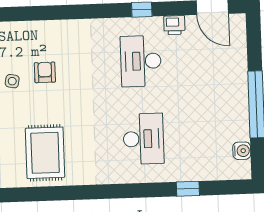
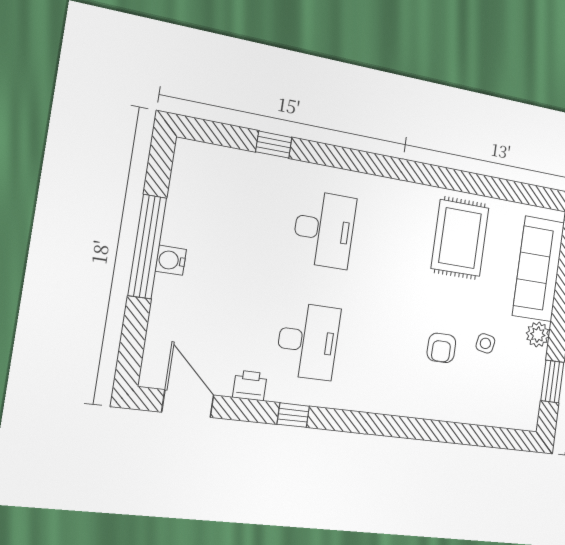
desk: (143, 139) -> (324, 229), turned 180
water cooler: (242, 151) -> (171, 260), moved

